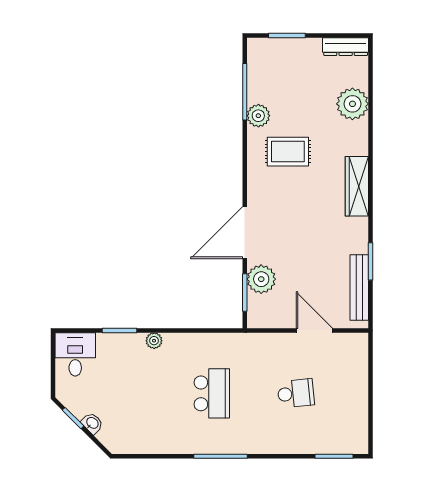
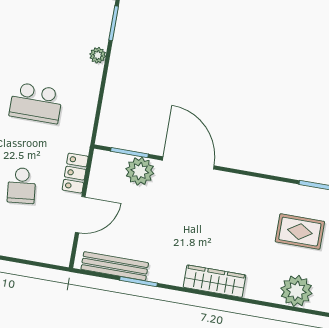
plant: (258, 116) -> (301, 196), removed
rug: (288, 152) -> (300, 232), moved, turned 90
locker: (274, 343) -> (75, 173), added

